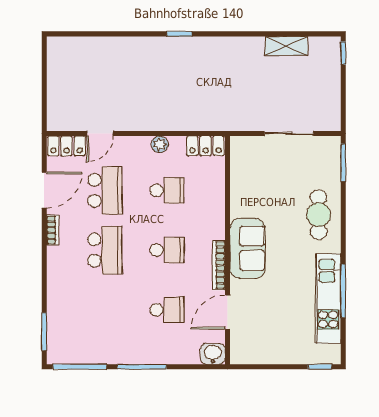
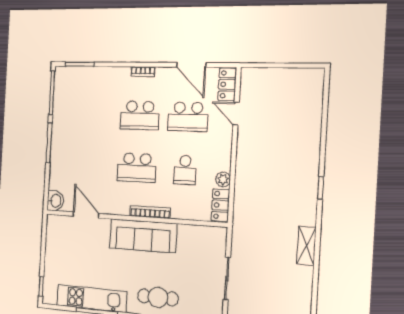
shelving: (286, 46) -> (306, 246), moved
plant: (160, 144) -> (223, 179), moved
bookcase: (53, 230) -> (143, 72), moved
sofa: (248, 248) -> (143, 236), width x1.36
school desk: (167, 250) -> (137, 168), width x1.85
bookcase: (219, 265) -> (150, 212), moved
school desk: (167, 310) -> (90, 165), removed

